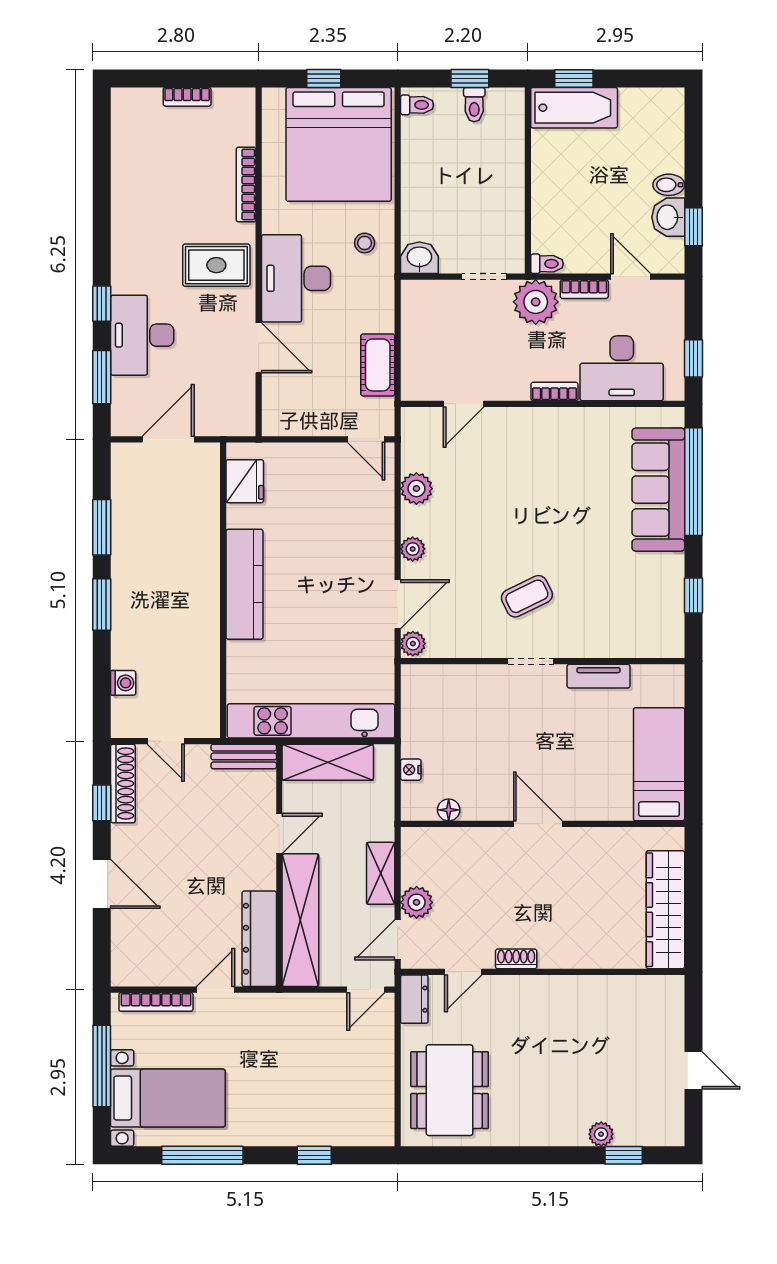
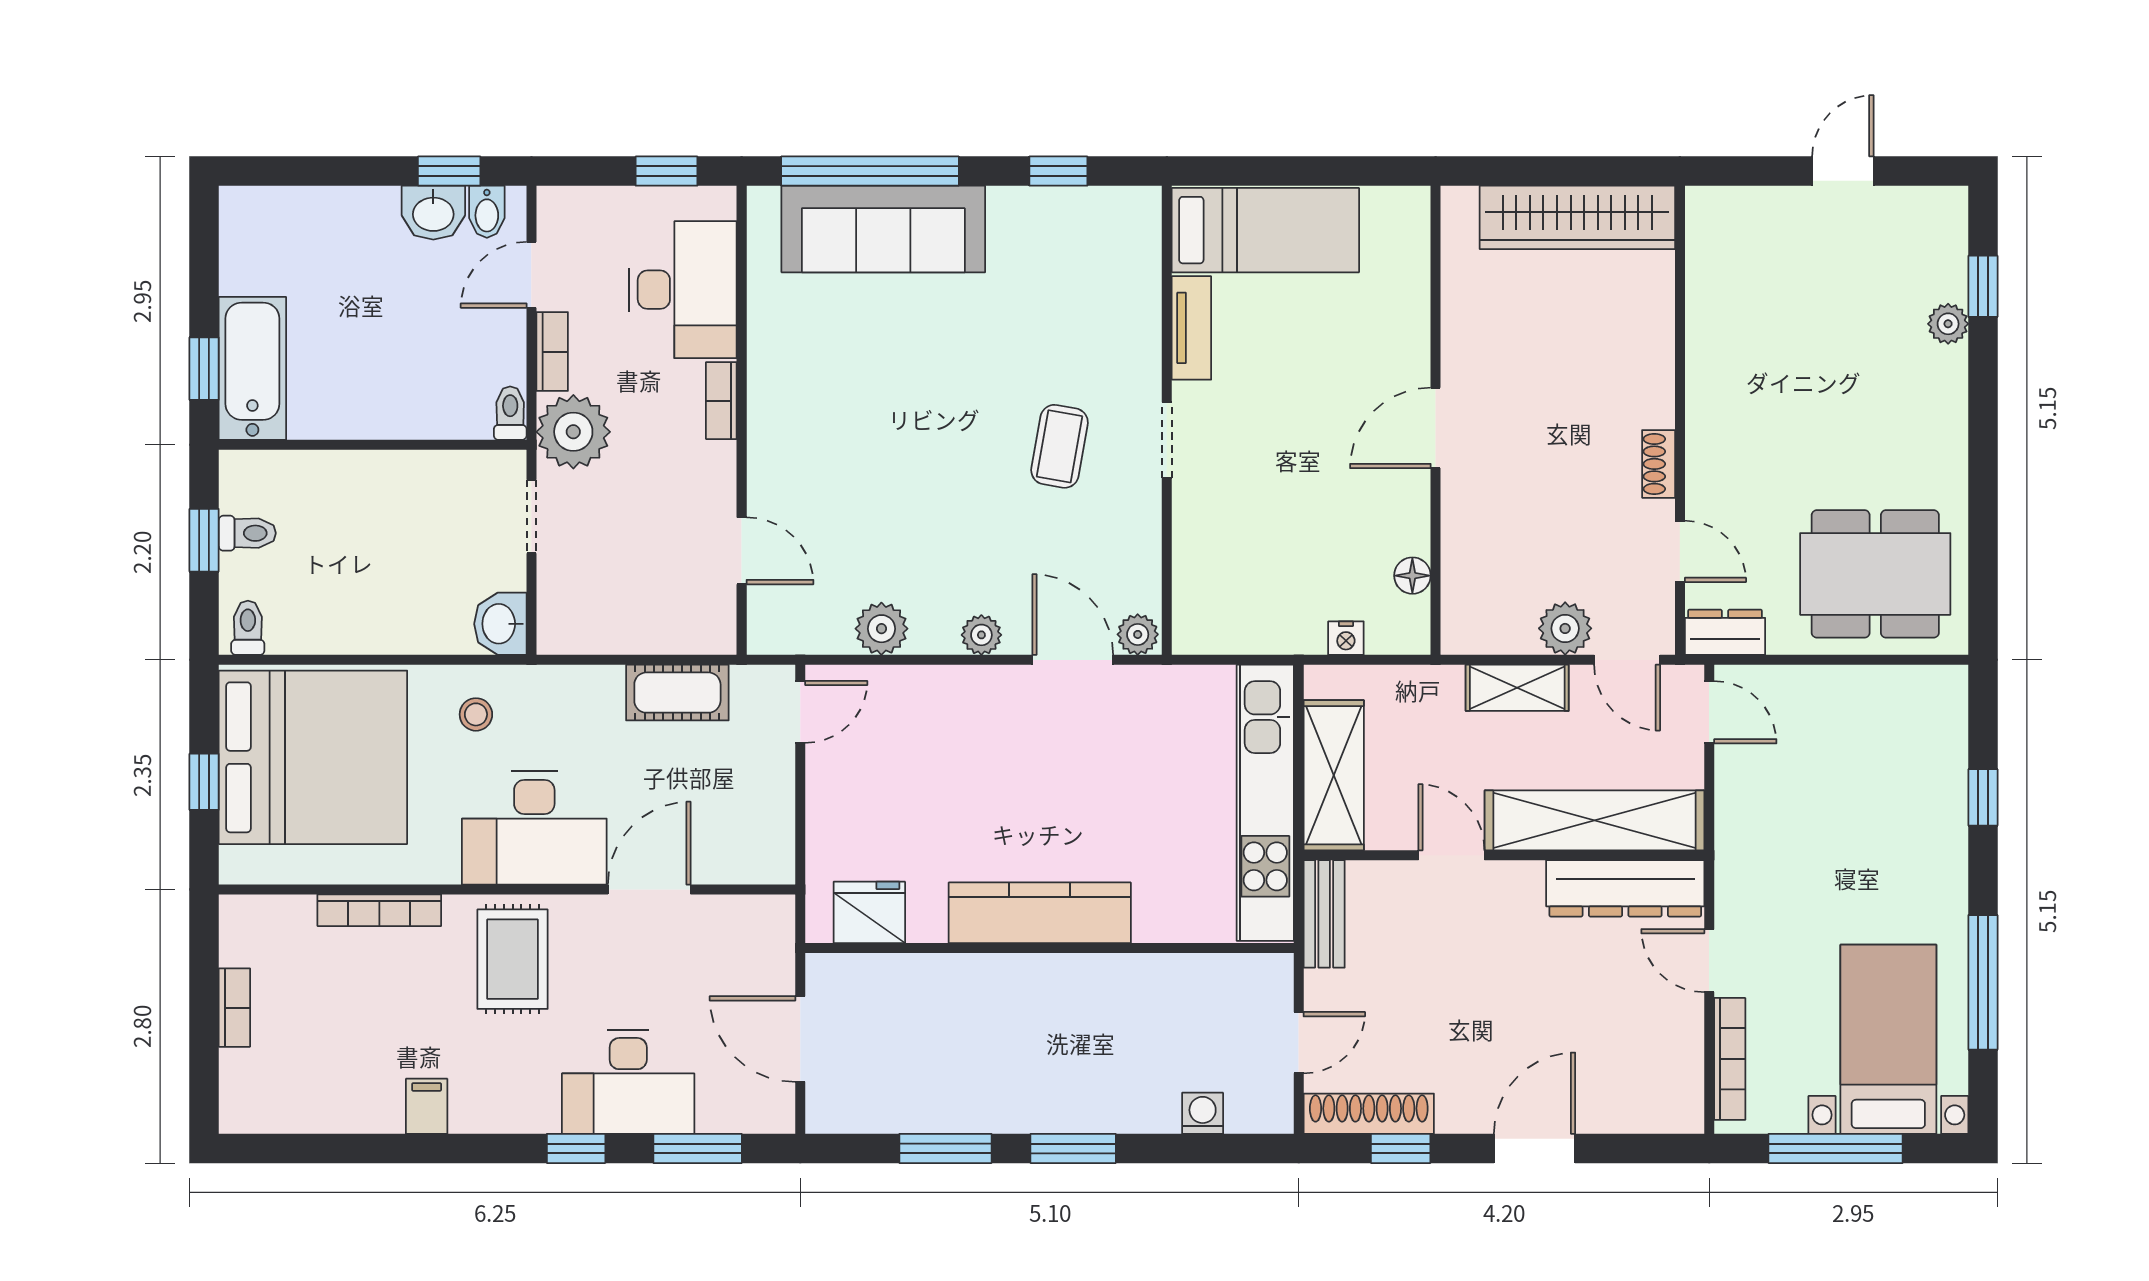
bidet: (669, 185) -> (487, 212), moved
filing cabinet: (127, 213) -> (427, 1106), added
coffee table: (527, 596) -> (1060, 446), turned 36
bed: (659, 764) -> (1265, 230), moved, turned 180

